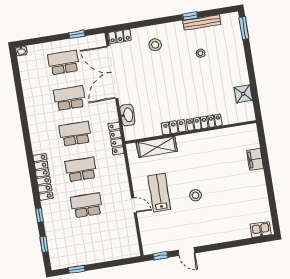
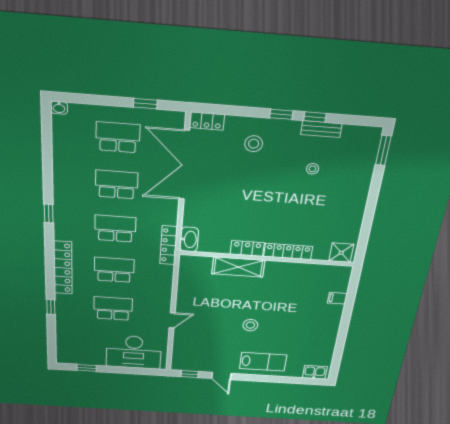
window: (167, 20) -> (281, 114), added
bench: (202, 22) -> (321, 129), width x0.73
shower: (243, 94) -> (341, 253), moved
washbasin: (127, 115) -> (189, 239), moved
shelving: (157, 147) -> (238, 267), moved
filing cabinet: (255, 159) -> (337, 298), width x0.50
lab bench: (159, 193) -> (263, 362), moved, turned 90
door: (134, 205) -> (172, 320), hinge flipped
window: (44, 244) -> (49, 214), moved
desk: (111, 244) -> (134, 352), added

